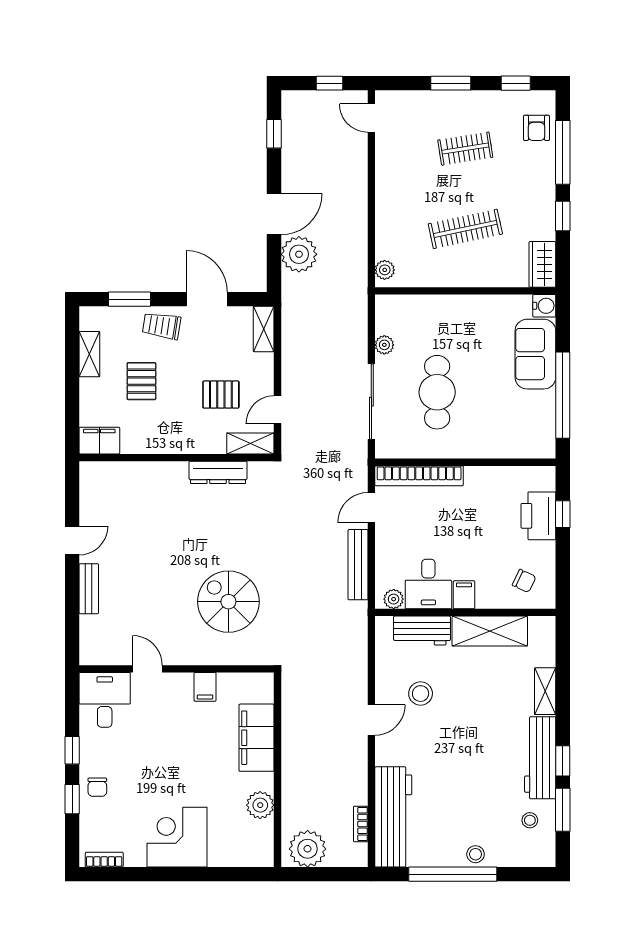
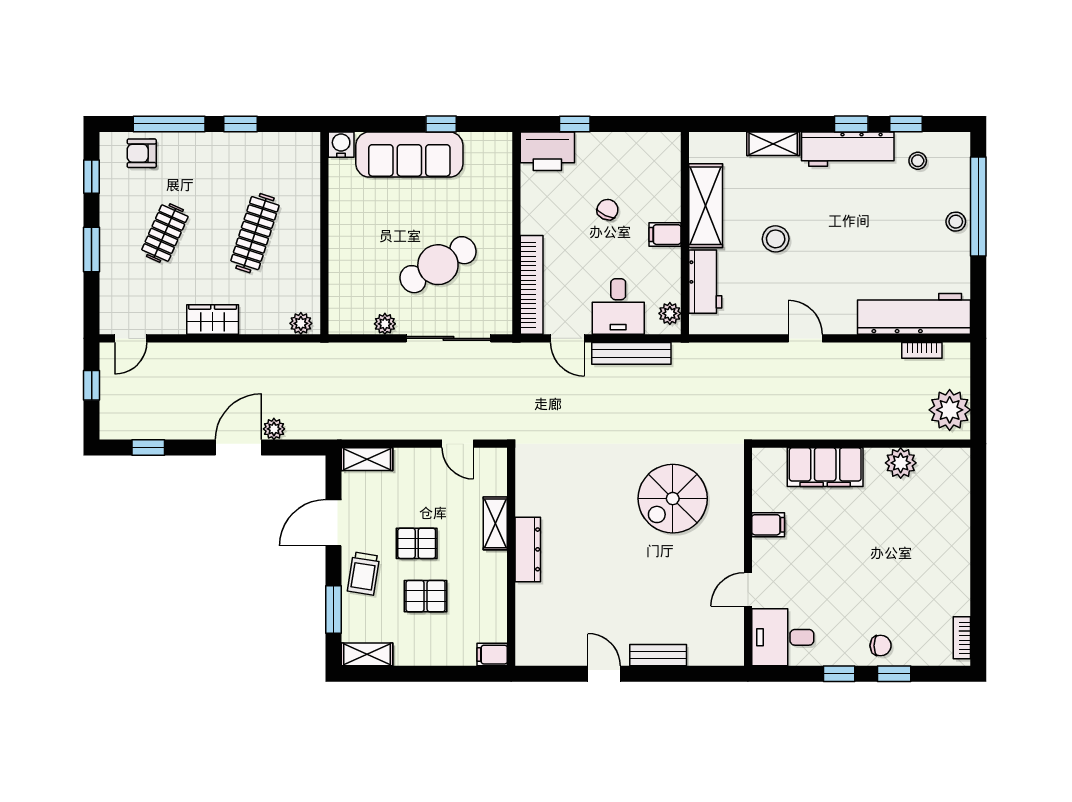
armchair: (537, 128) -> (142, 153), turned 180
clothes rail: (465, 149) -> (165, 233), turned 33
door: (274, 214) -> (238, 448), hinge flipped
clothes rail: (465, 229) -> (255, 233), turned 30
plant: (299, 254) -> (274, 429), width x0.53, depth x0.53
wardrobe: (542, 264) -> (213, 319), moved, turned 180
shelving: (89, 354) -> (367, 654), moved
sofa: (535, 354) -> (409, 155), width x1.36
cafe table: (437, 392) -> (438, 265), turned -30
pallet: (221, 395) -> (417, 543), moved, turned 90
window: (563, 395) -> (441, 124), width x0.32
filing cabinet: (99, 441) -> (492, 655), width x0.50
shelving: (250, 443) -> (495, 523), moved
dresser: (218, 472) -> (528, 549), moved
printer: (538, 516) -> (547, 151), moved
chair: (524, 581) -> (608, 210), moved
desk: (428, 584) -> (618, 306), moved, turned 90
stool: (421, 694) -> (776, 239), moved
window: (563, 810) -> (906, 124), width x0.67
corner desk: (177, 837) -> (937, 556), removed
window: (453, 874) -> (978, 206), moved

